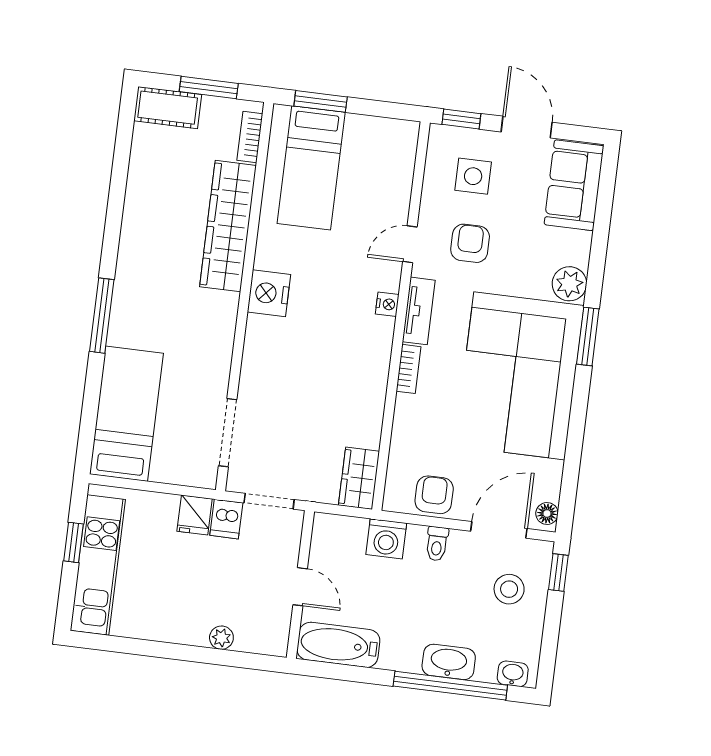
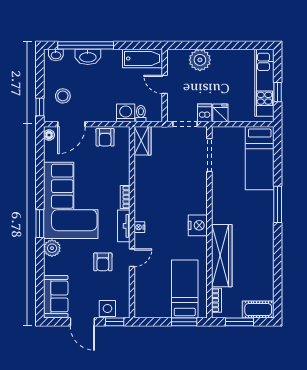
side table: (473, 176) -> (107, 308), moved
toilet: (437, 544) -> (141, 114), moved
plant: (221, 638) -> (200, 60), width x1.88, depth x1.88

